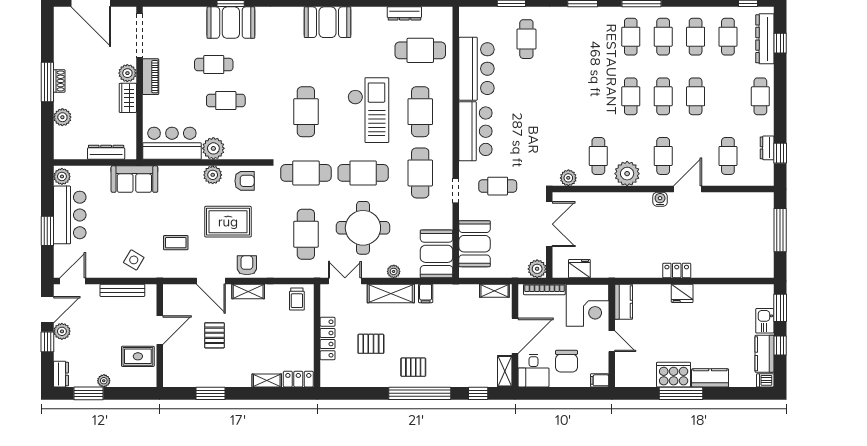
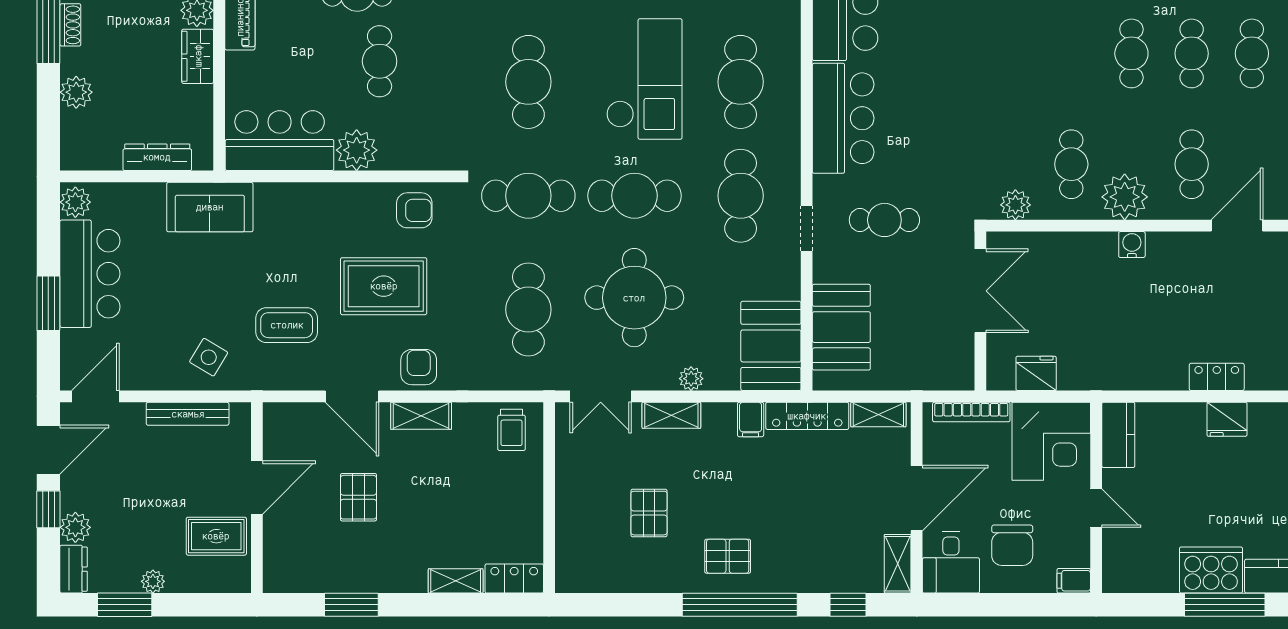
cafe table: (226, 101) -> (380, 61), turned 90
plant: (213, 175) -> (355, 199), removed
water cooler: (660, 199) -> (1132, 245), moved
coffee table: (176, 243) -> (287, 325), width x1.36, depth x1.30
plant: (537, 269) -> (958, 374), removed
double door: (345, 281) -> (601, 396), swing flipped
shelving: (391, 294) -> (671, 415), width x0.67, depth x0.75
plant: (62, 331) -> (75, 527), moved
locker: (328, 339) -> (807, 416), moved, turned 90
pallet: (371, 344) -> (649, 513), turned 90

